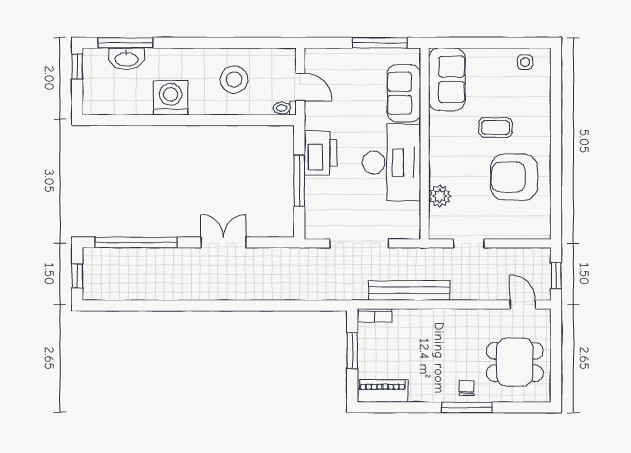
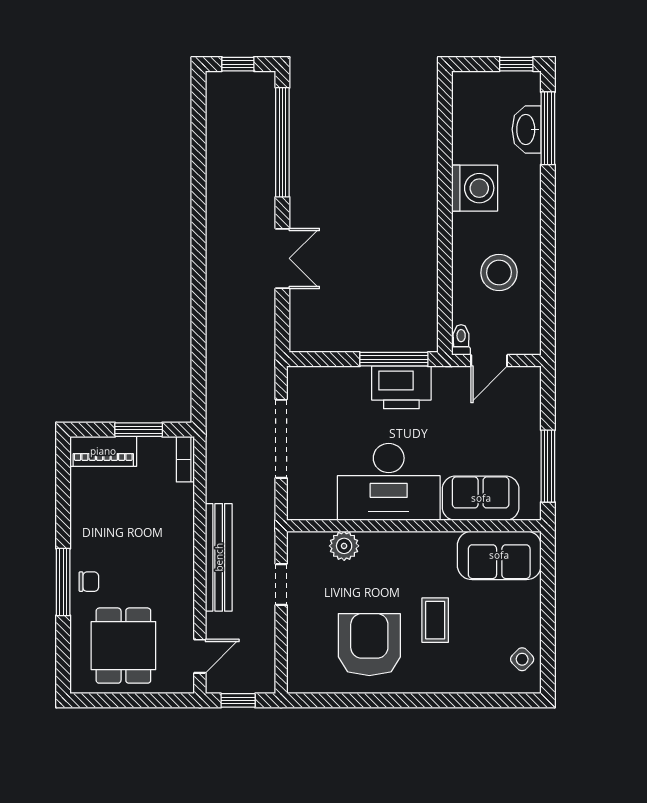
side table: (525, 62) -> (522, 659), turned 45
window: (299, 181) -> (394, 359), moved
bench: (409, 290) -> (219, 557), moved
piano: (382, 391) -> (103, 451), moved, turned 90

